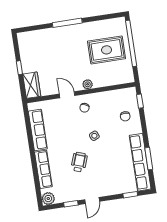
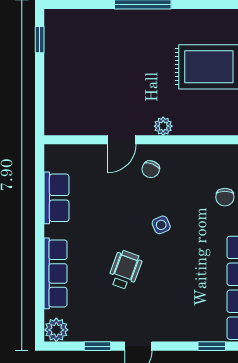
window: (19, 68) -> (40, 40), moved
wardrobe: (32, 85) -> (58, 112), removed
door: (67, 95) -> (122, 140), swing flipped
row of seats: (38, 130) -> (56, 198), width x0.68

